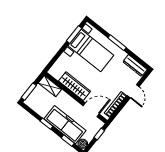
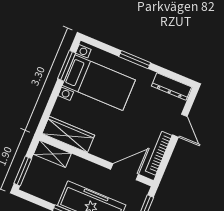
wardrobe: (75, 86) -> (68, 134), moved

